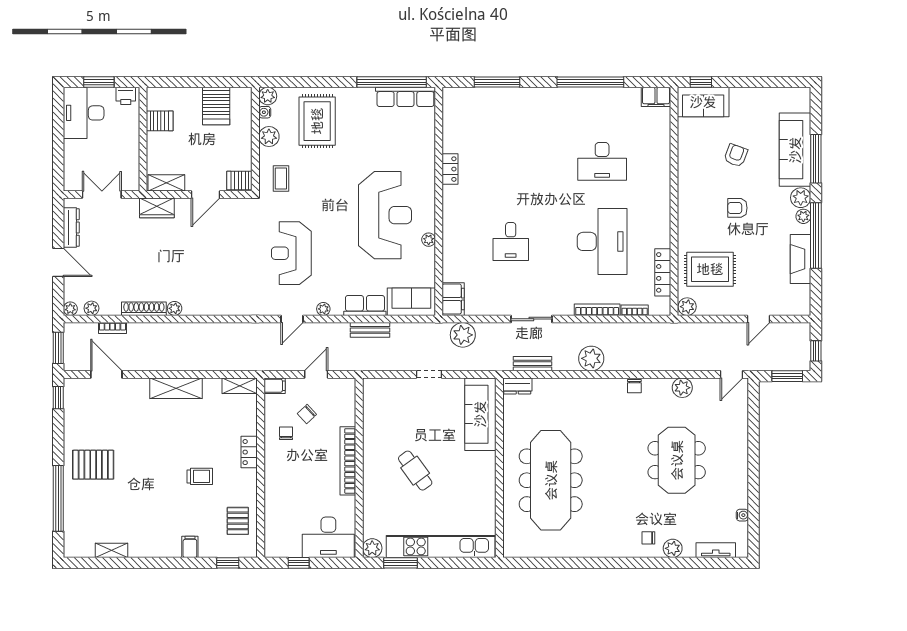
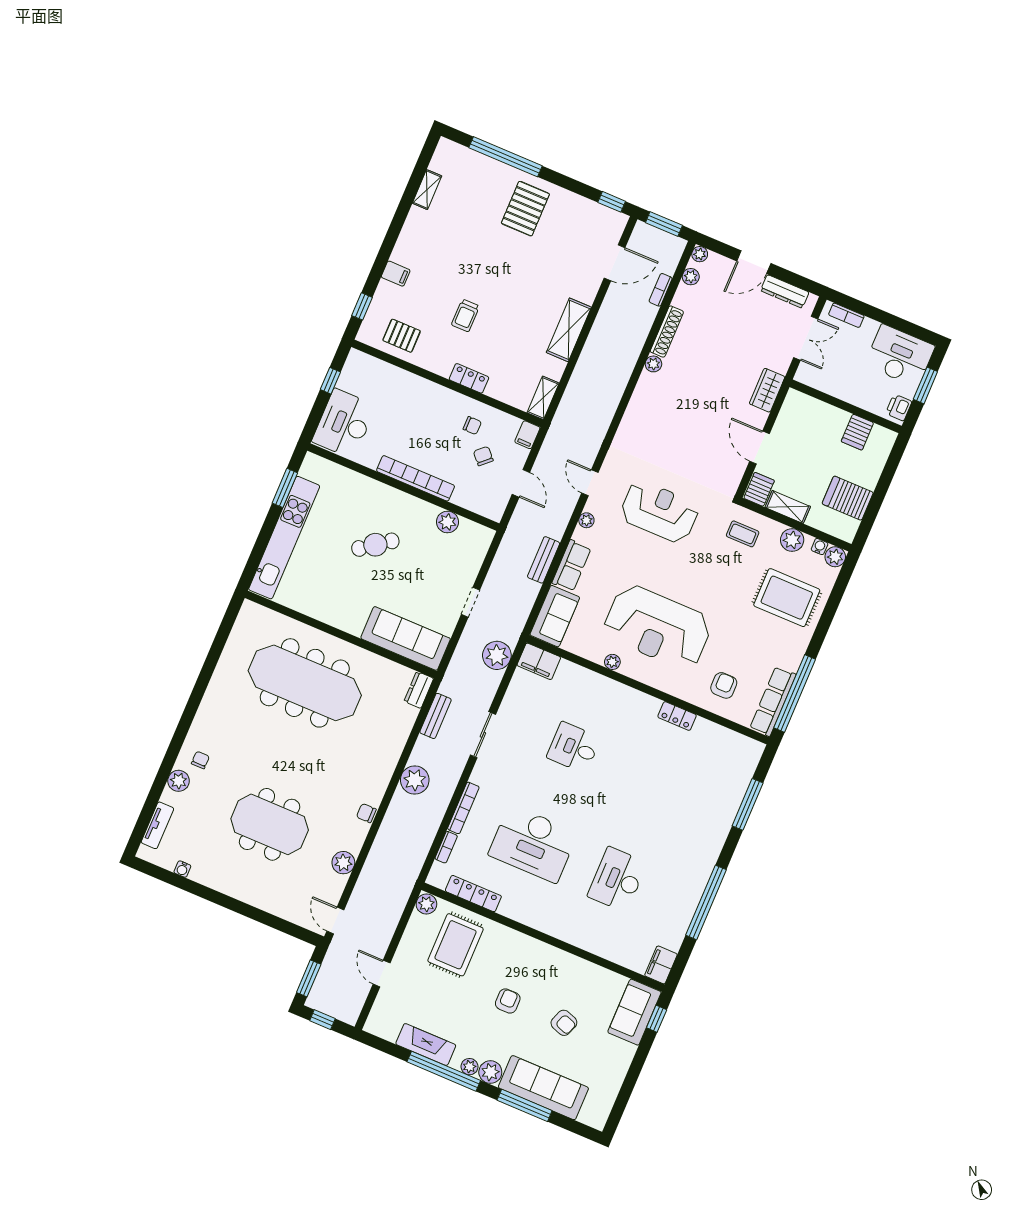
armchair: (409, 142) -> (724, 685), added
bookcase: (69, 170) -> (846, 315), added
shelving: (166, 183) -> (788, 507), moved, turned 90
plant: (372, 548) -> (447, 522), moved

